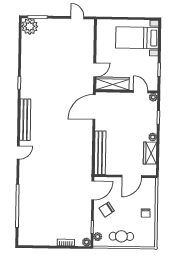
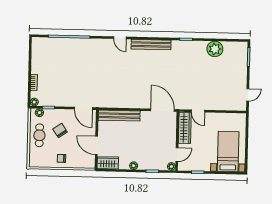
plant: (30, 26) -> (215, 49), moved
wardrobe: (150, 153) -> (108, 163), moved
chair: (107, 210) -> (60, 131), moved

